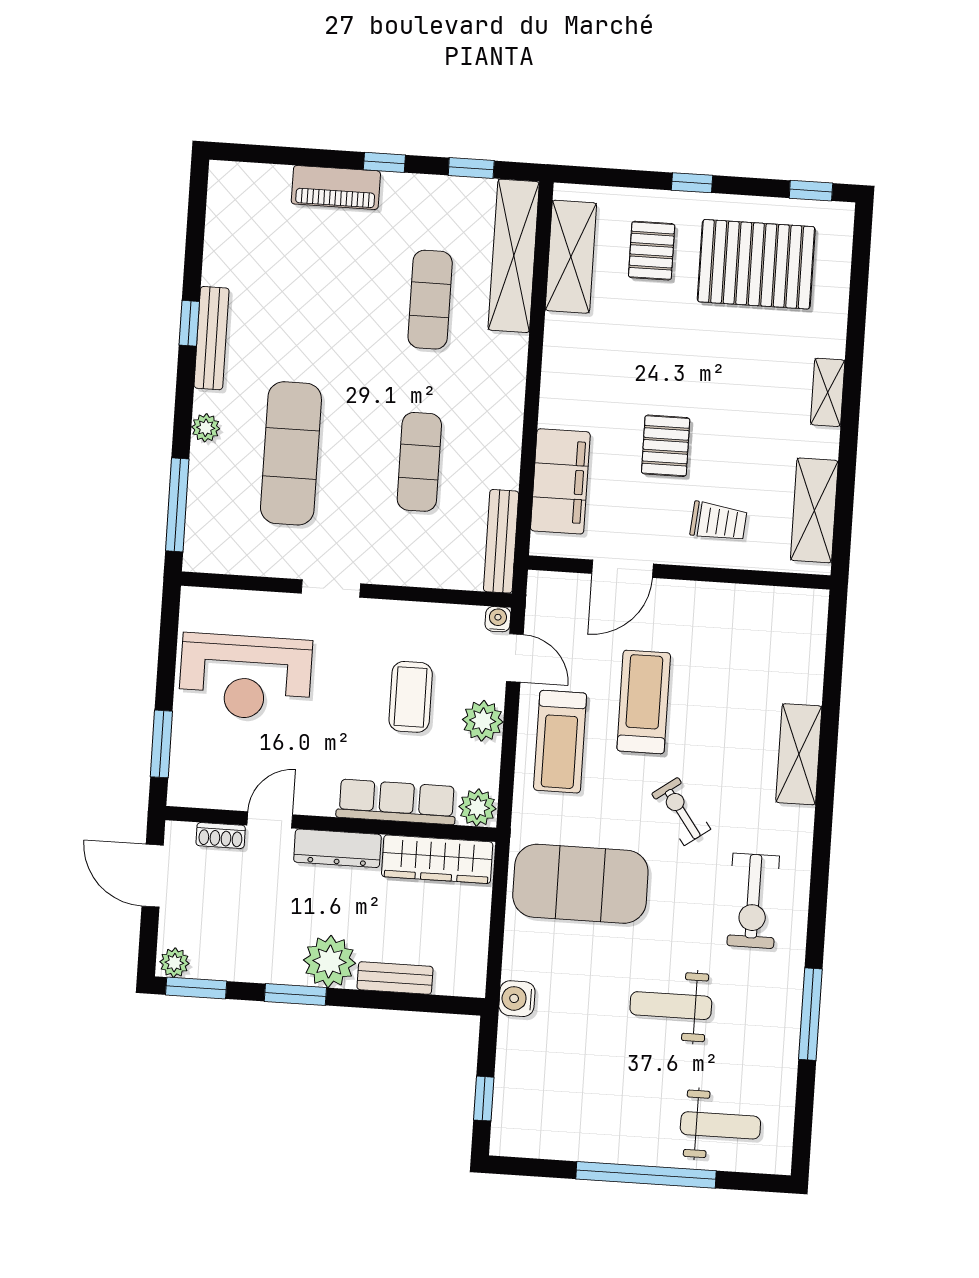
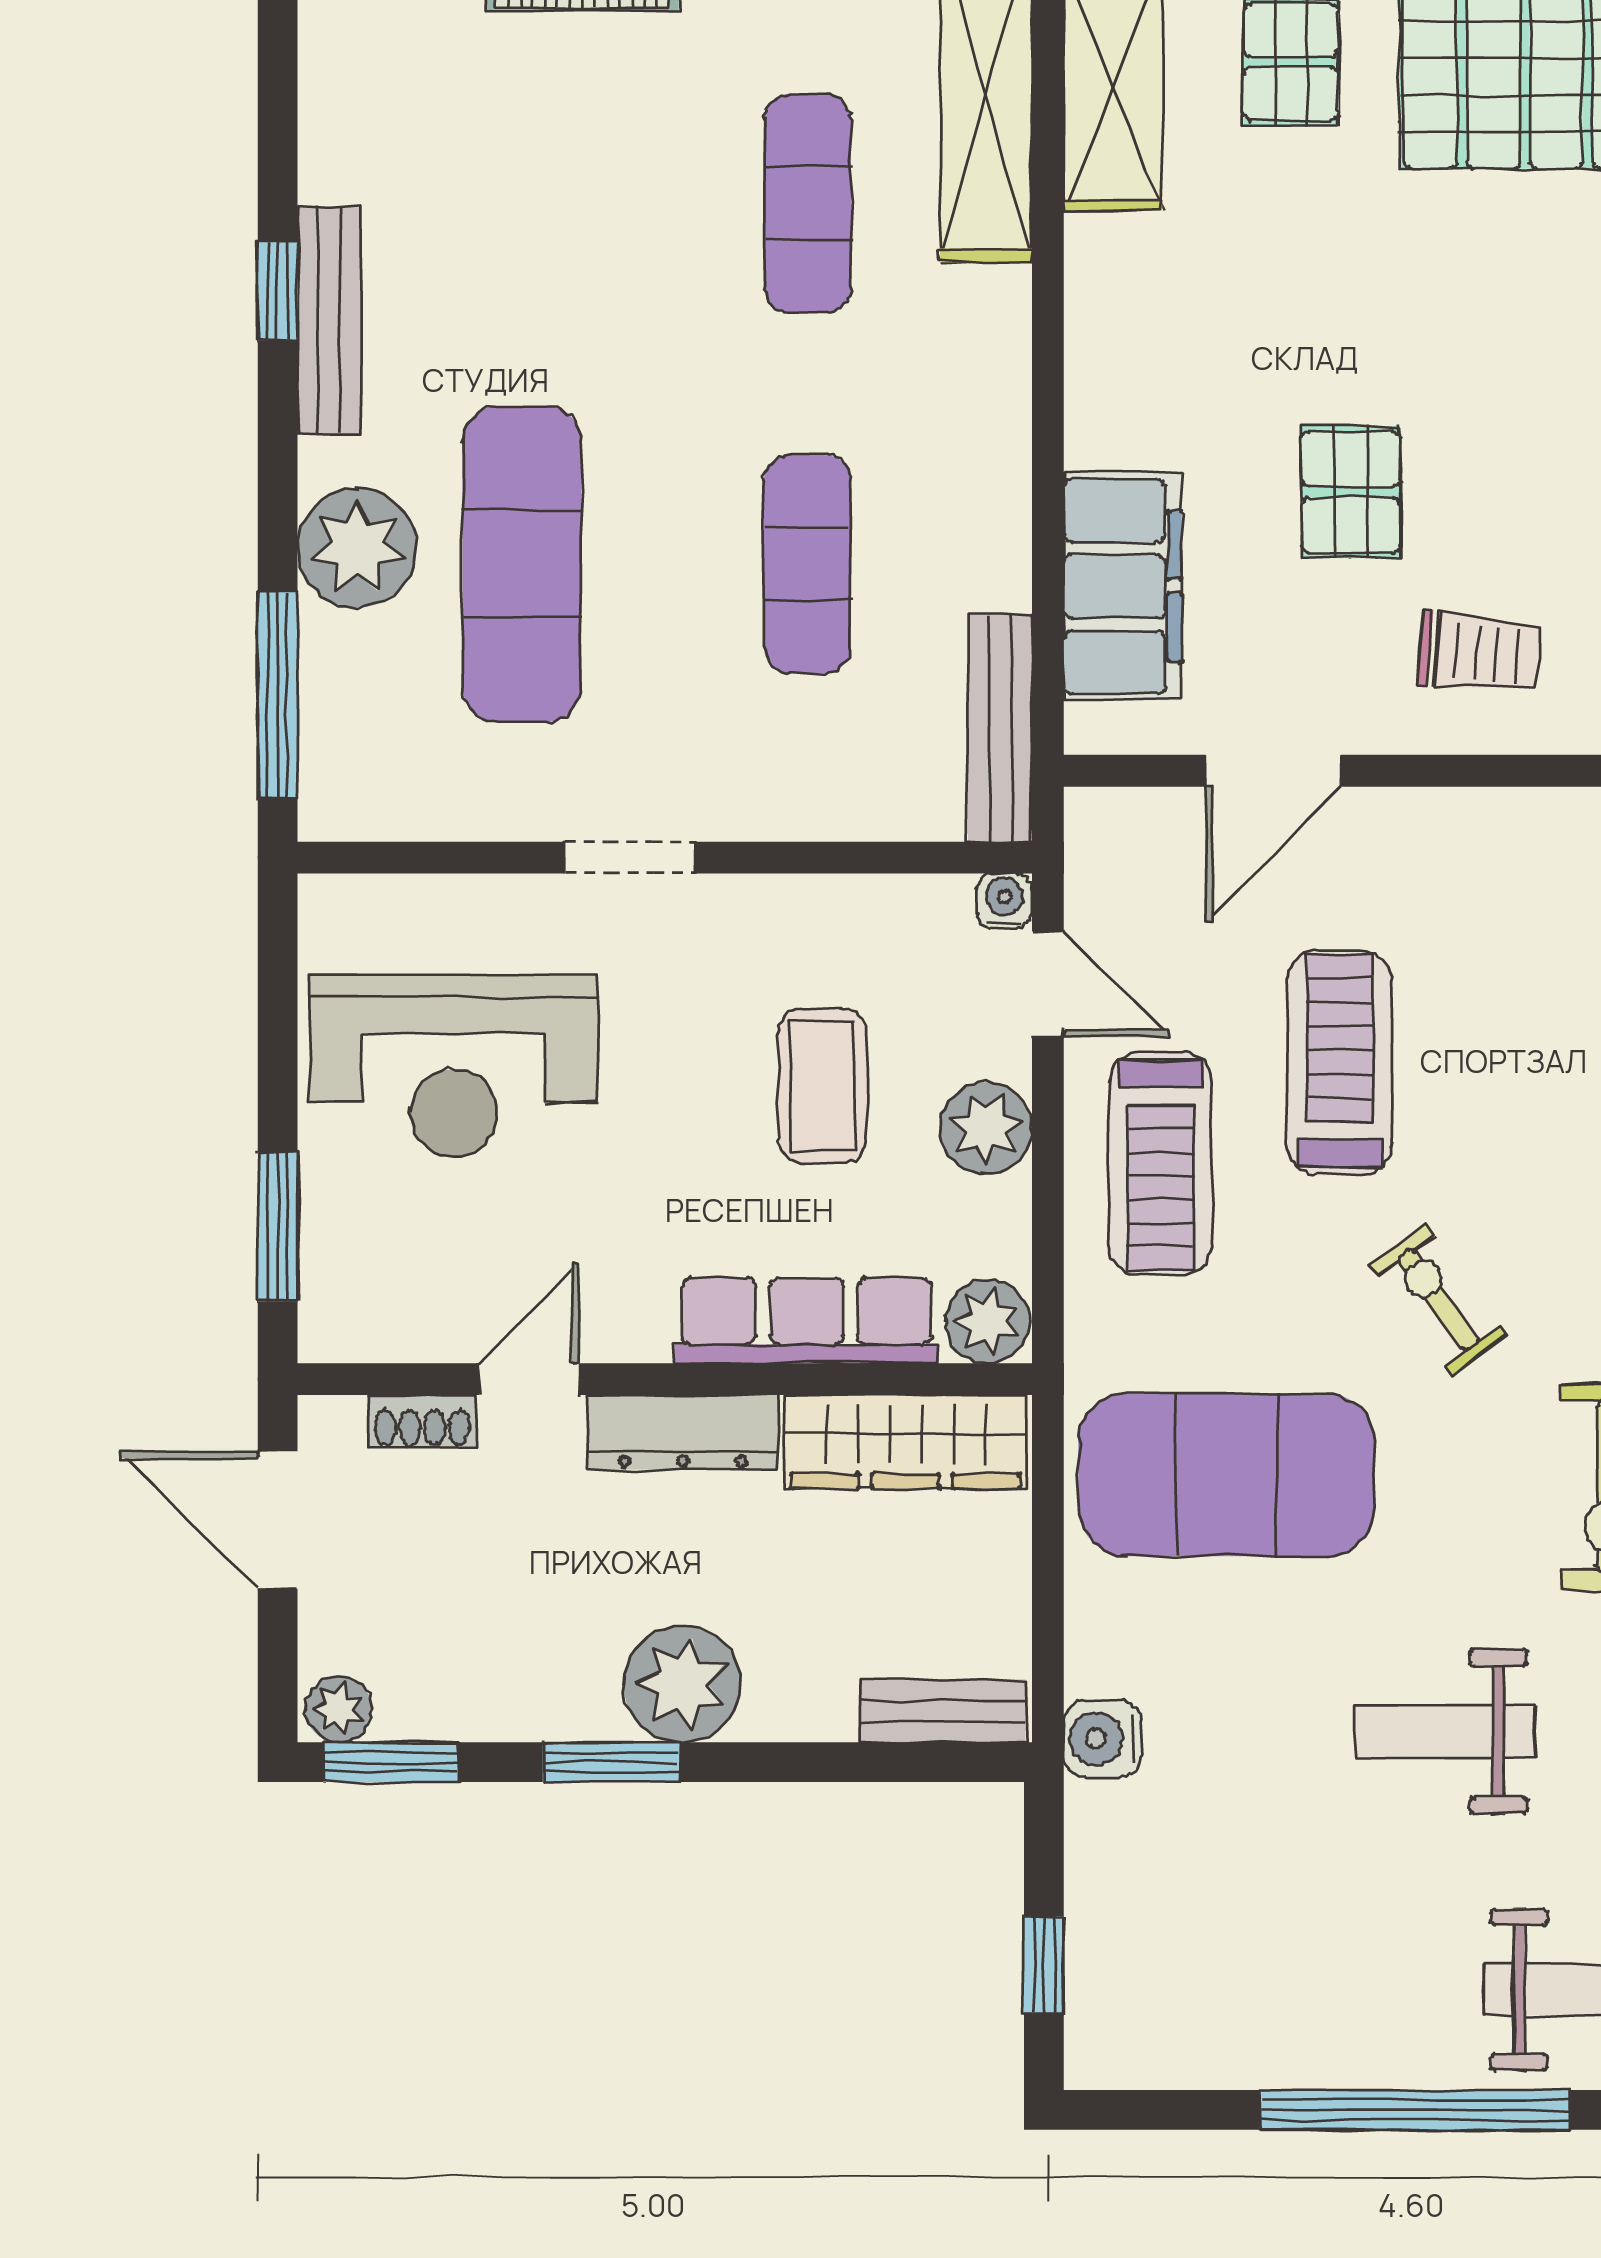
plant: (206, 428) -> (357, 548), width x1.87, depth x1.87
bench: (395, 978) -> (943, 1711), moved

